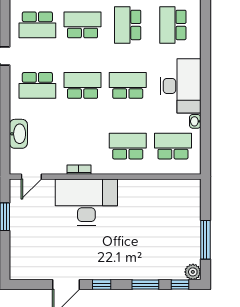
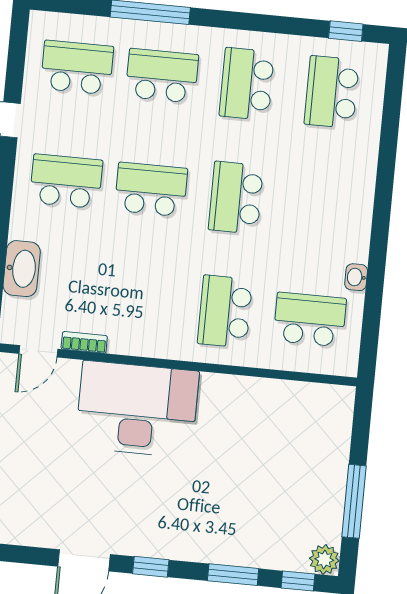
school desk: (37, 25) -> (77, 68), turned 180
school desk: (37, 85) -> (66, 181), turned 180
school desk: (128, 85) -> (236, 198), turned -90
desk: (180, 86) -> (335, 208), removed
school desk: (128, 146) -> (225, 311), turned -90
bookcase: (79, 170) -> (84, 342), moved

